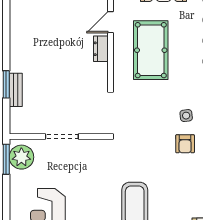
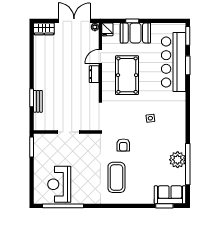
armchair: (185, 144) -> (123, 145), moved
plant: (21, 157) -> (42, 146), removed

